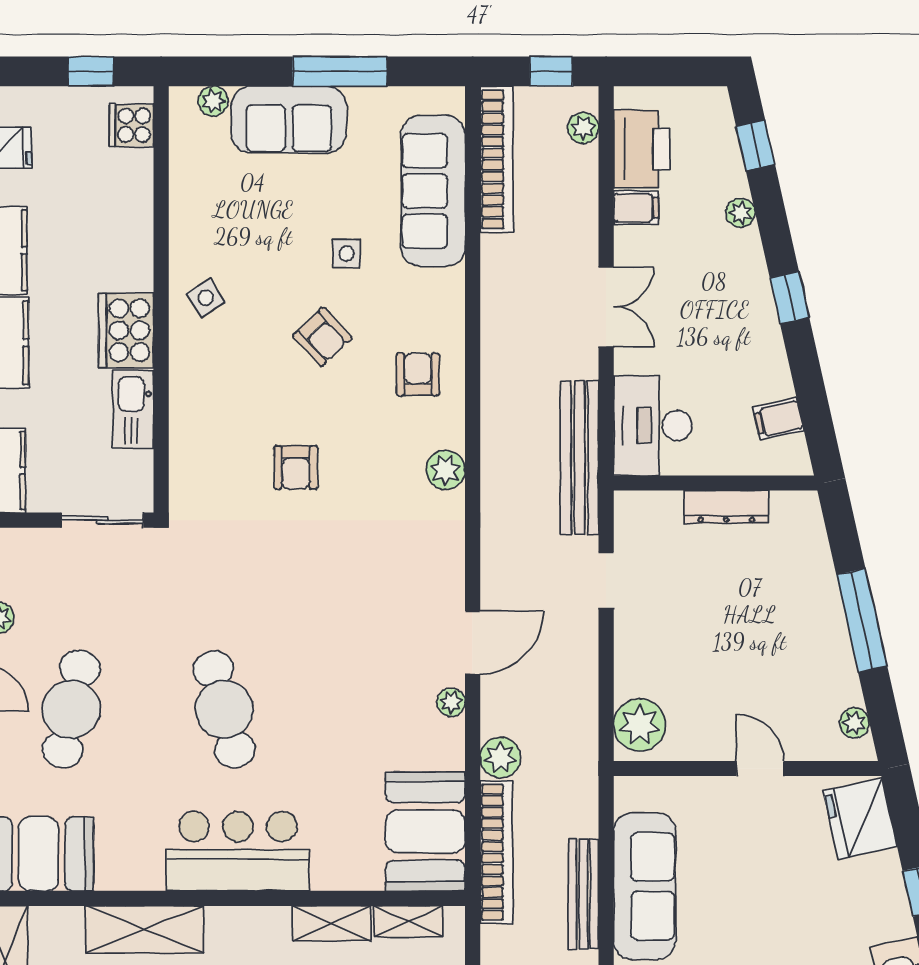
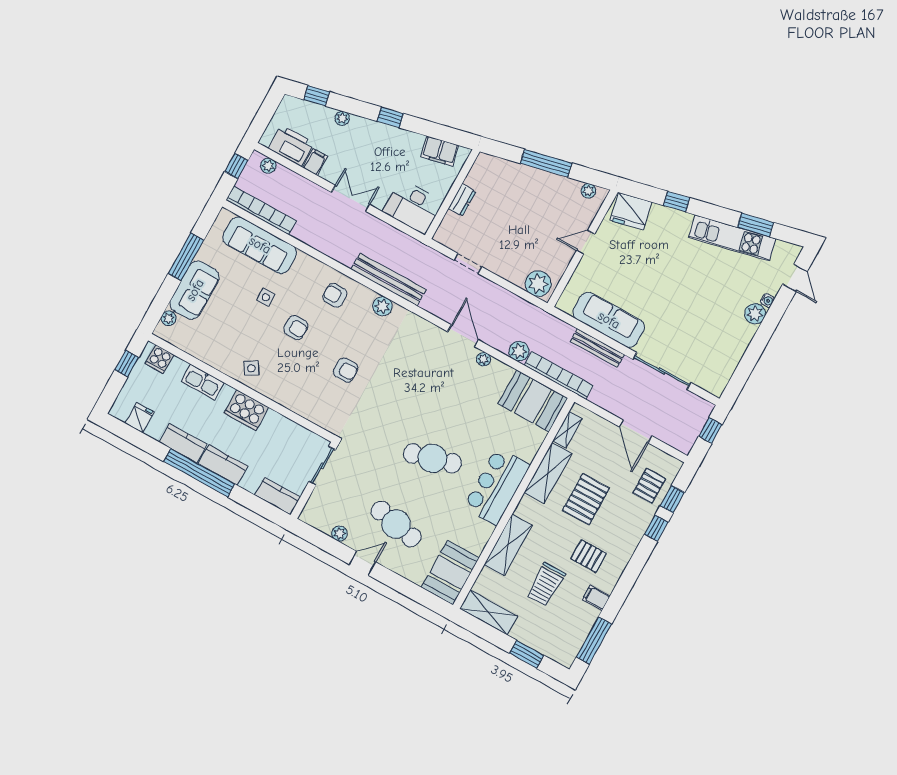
armchair: (322, 337) -> (296, 327), turned 43
kitchen sink: (133, 409) -> (203, 382), moved
filing cabinet: (778, 419) -> (440, 151), width x2.00
bench: (580, 457) -> (389, 280), moved
dresser: (726, 507) -> (462, 200), width x0.70
shelving: (332, 923) -> (548, 473), width x1.50, depth x1.33

